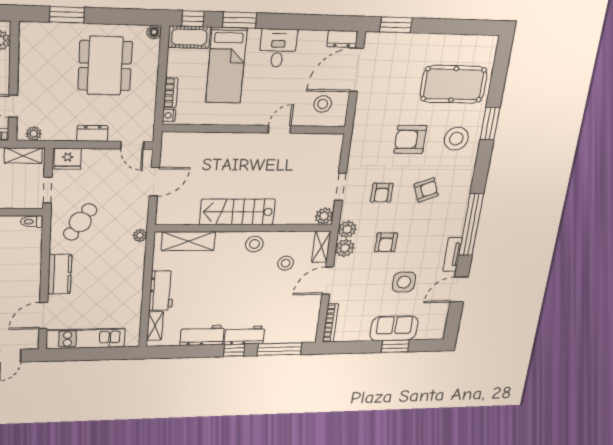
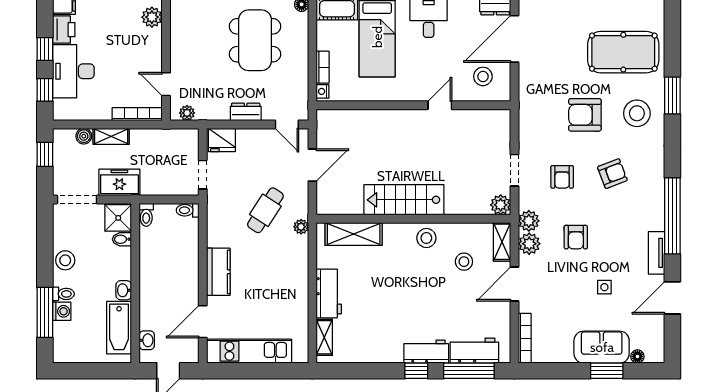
shelving: (23, 156) -> (177, 137), removed
cafe table: (80, 222) -> (265, 210), moved
side table: (404, 282) -> (604, 287), width x0.54, depth x0.54
workbench: (202, 335) -> (474, 351), moved
floor lamp: (422, 335) -> (637, 356), added

